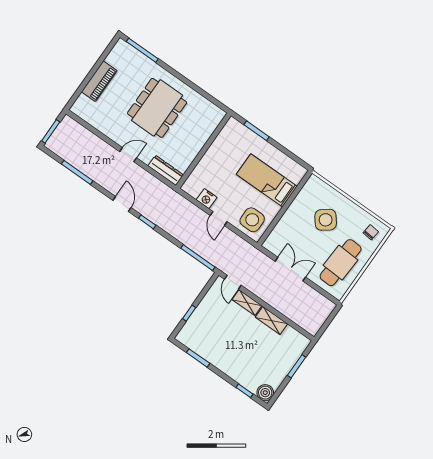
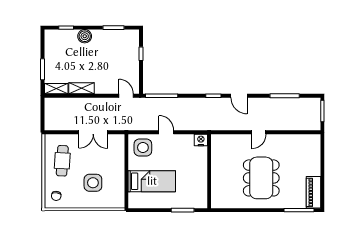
piano: (99, 81) -> (313, 192), moved
dresser: (166, 170) -> (225, 140), removed
nightstand: (207, 199) -> (201, 140), moved
side table: (326, 220) -> (93, 183), turned 38
cafe table: (341, 263) -> (62, 161), width x0.73, depth x0.74
shelving: (247, 303) -> (56, 89), moved
boiler: (265, 393) -> (85, 36), moved

